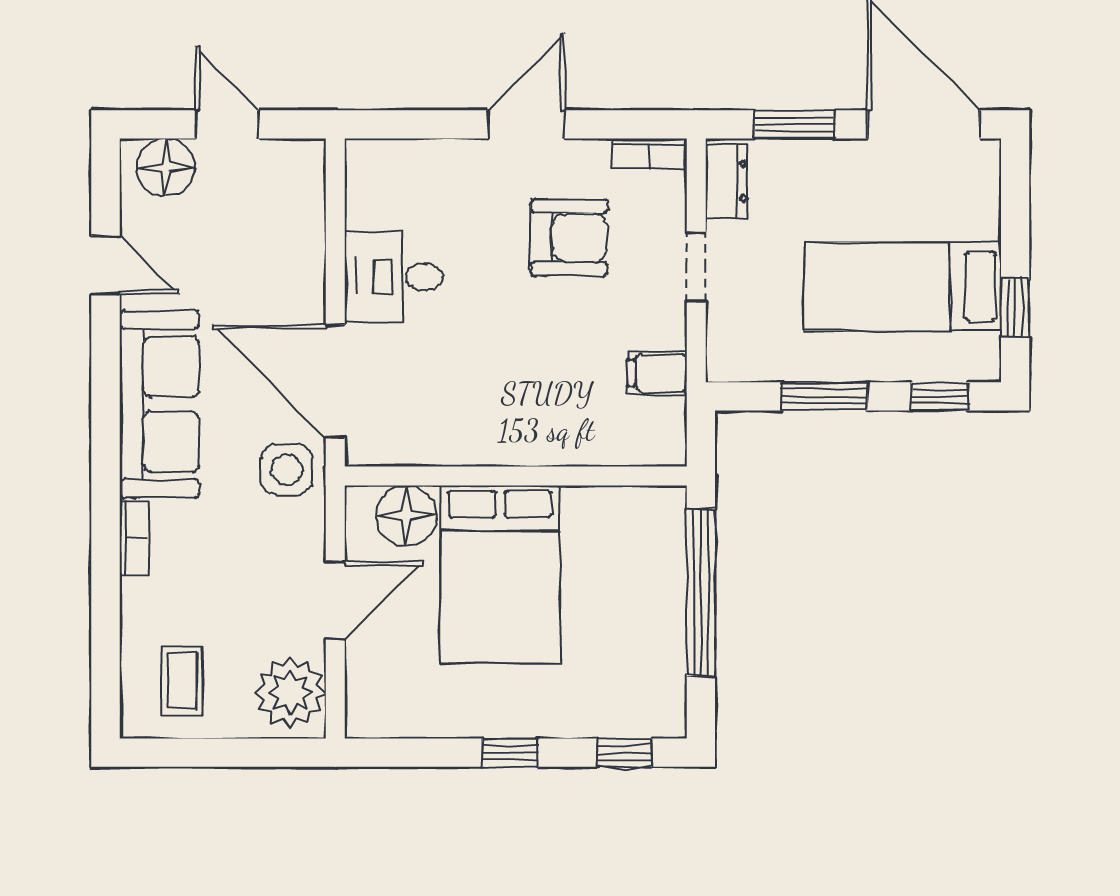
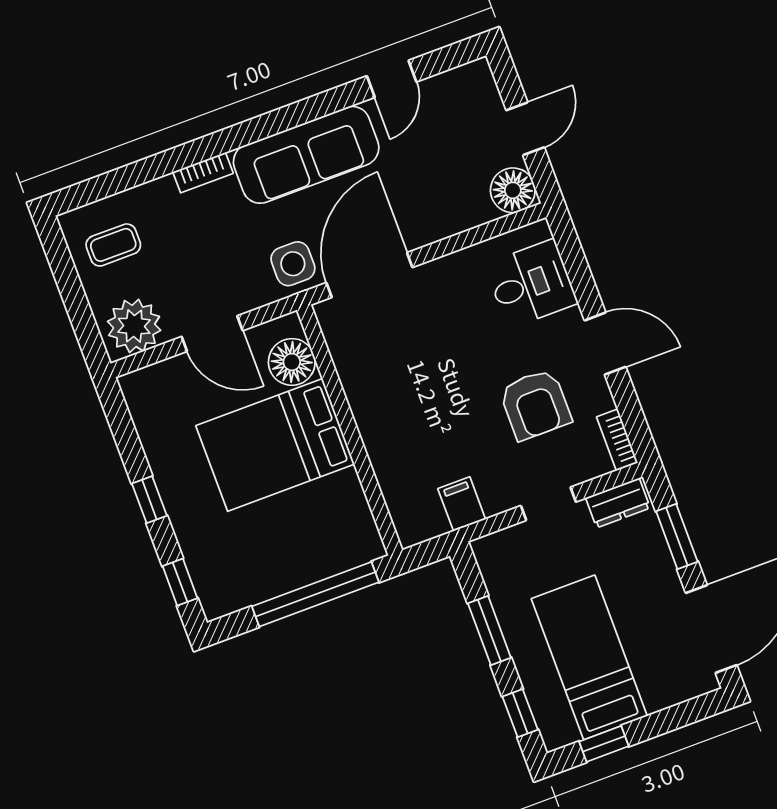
floor lamp: (166, 168) -> (513, 190), moved
desk: (394, 277) -> (531, 284), moved, turned 90

